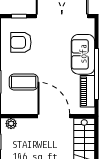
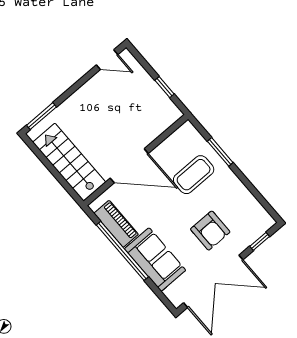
armchair: (21, 42) -> (210, 231), moved, turned 90
plant: (11, 124) -> (168, 118), removed

